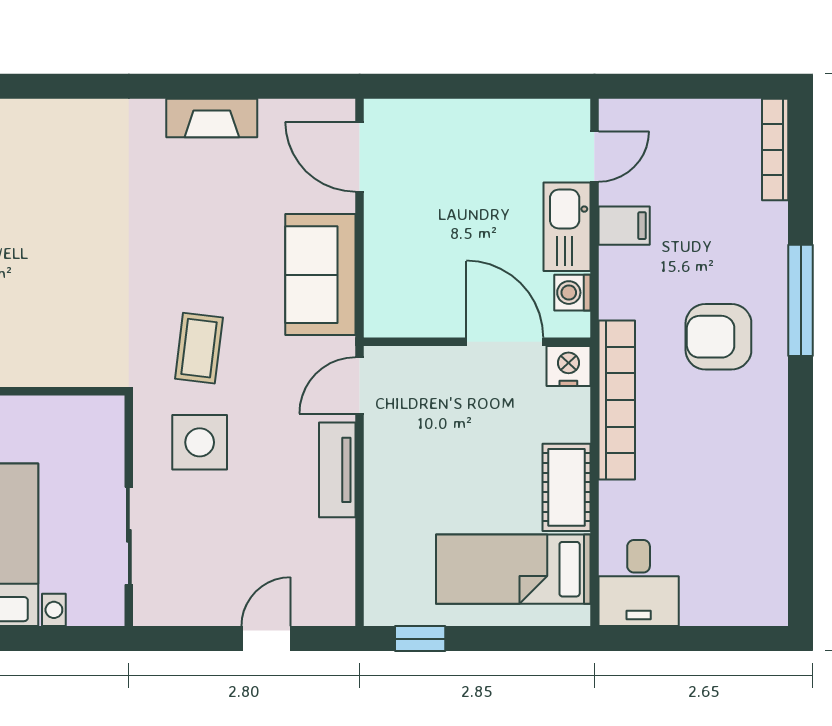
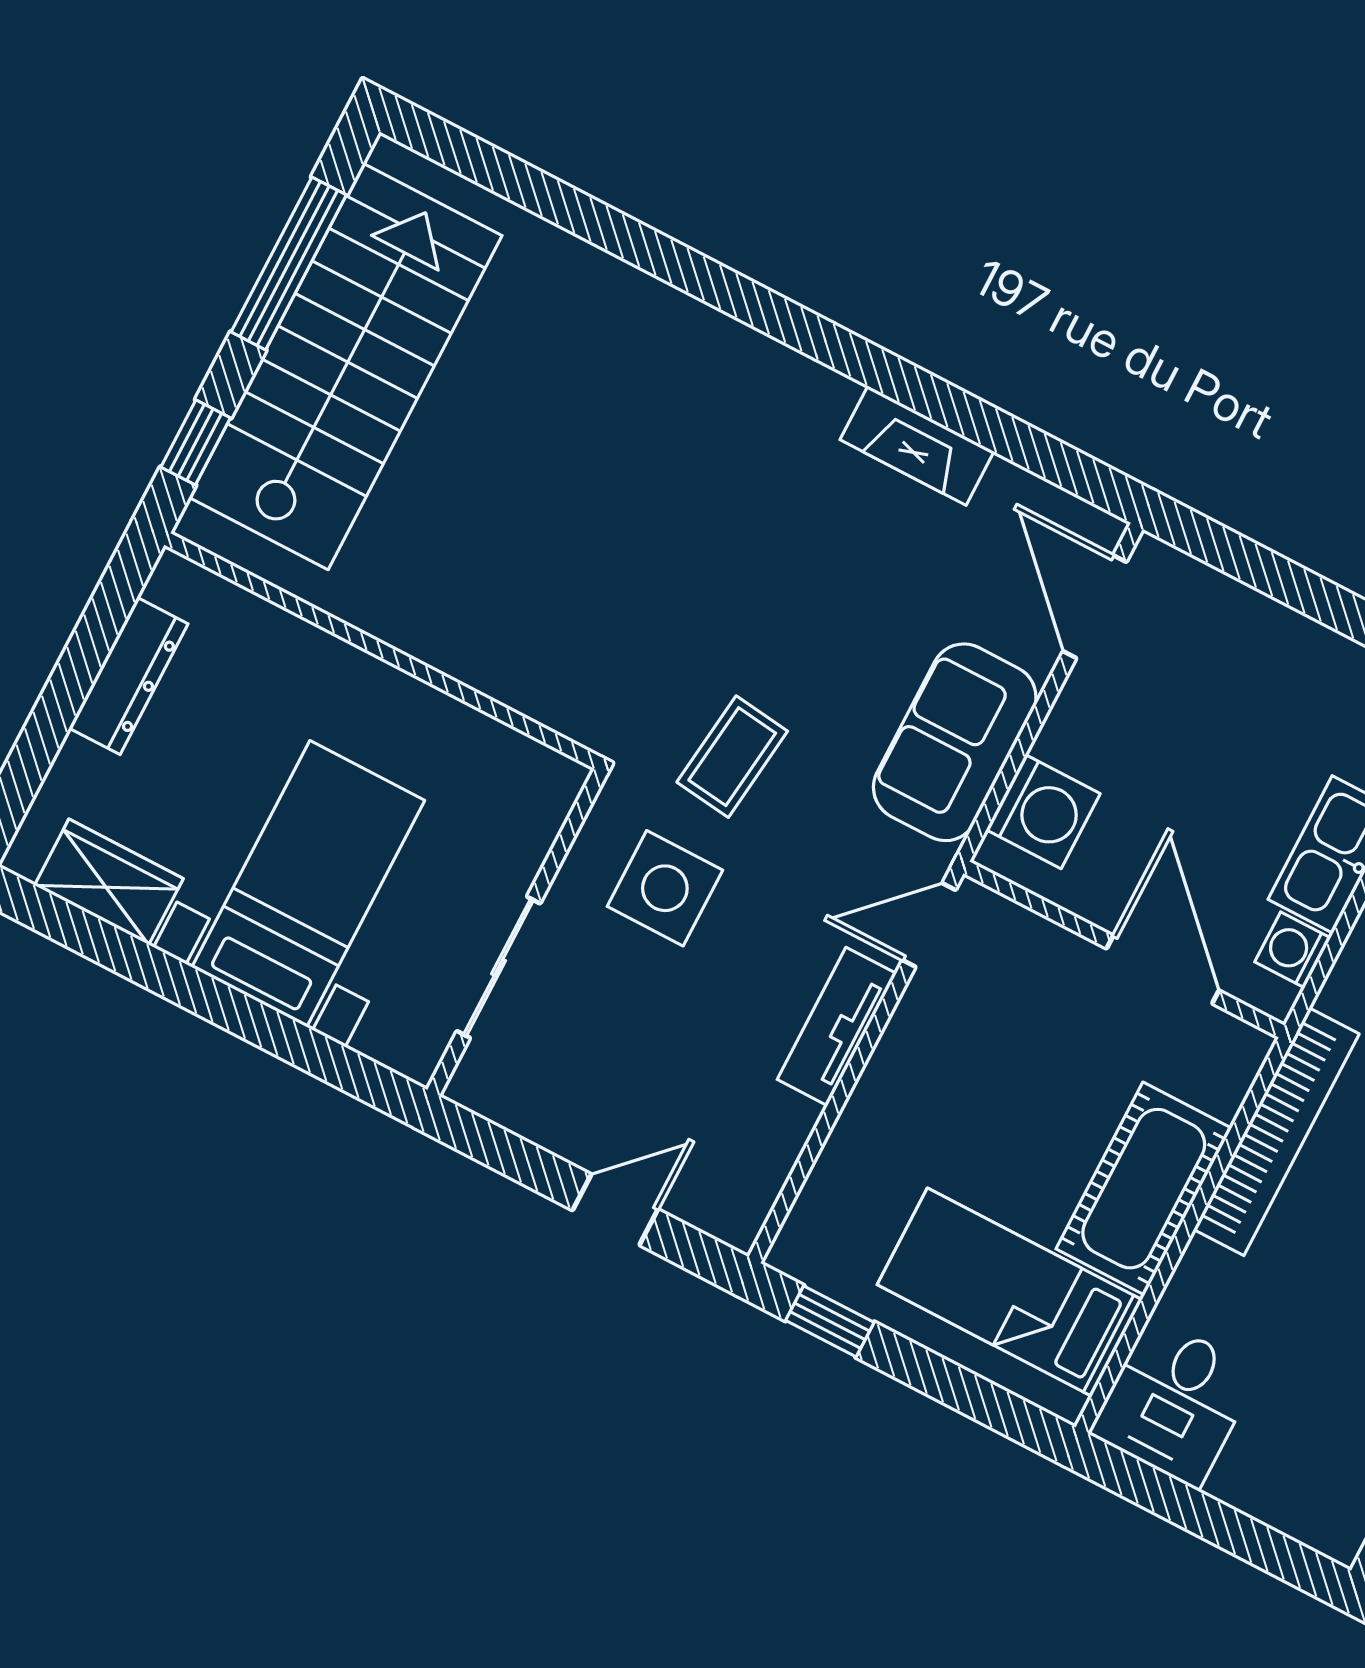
washing machine: (391, 288) -> (1043, 812), added
nightstand: (568, 366) -> (1234, 1049), removed
cot: (567, 487) -> (1144, 1189), width x1.37, depth x1.34

